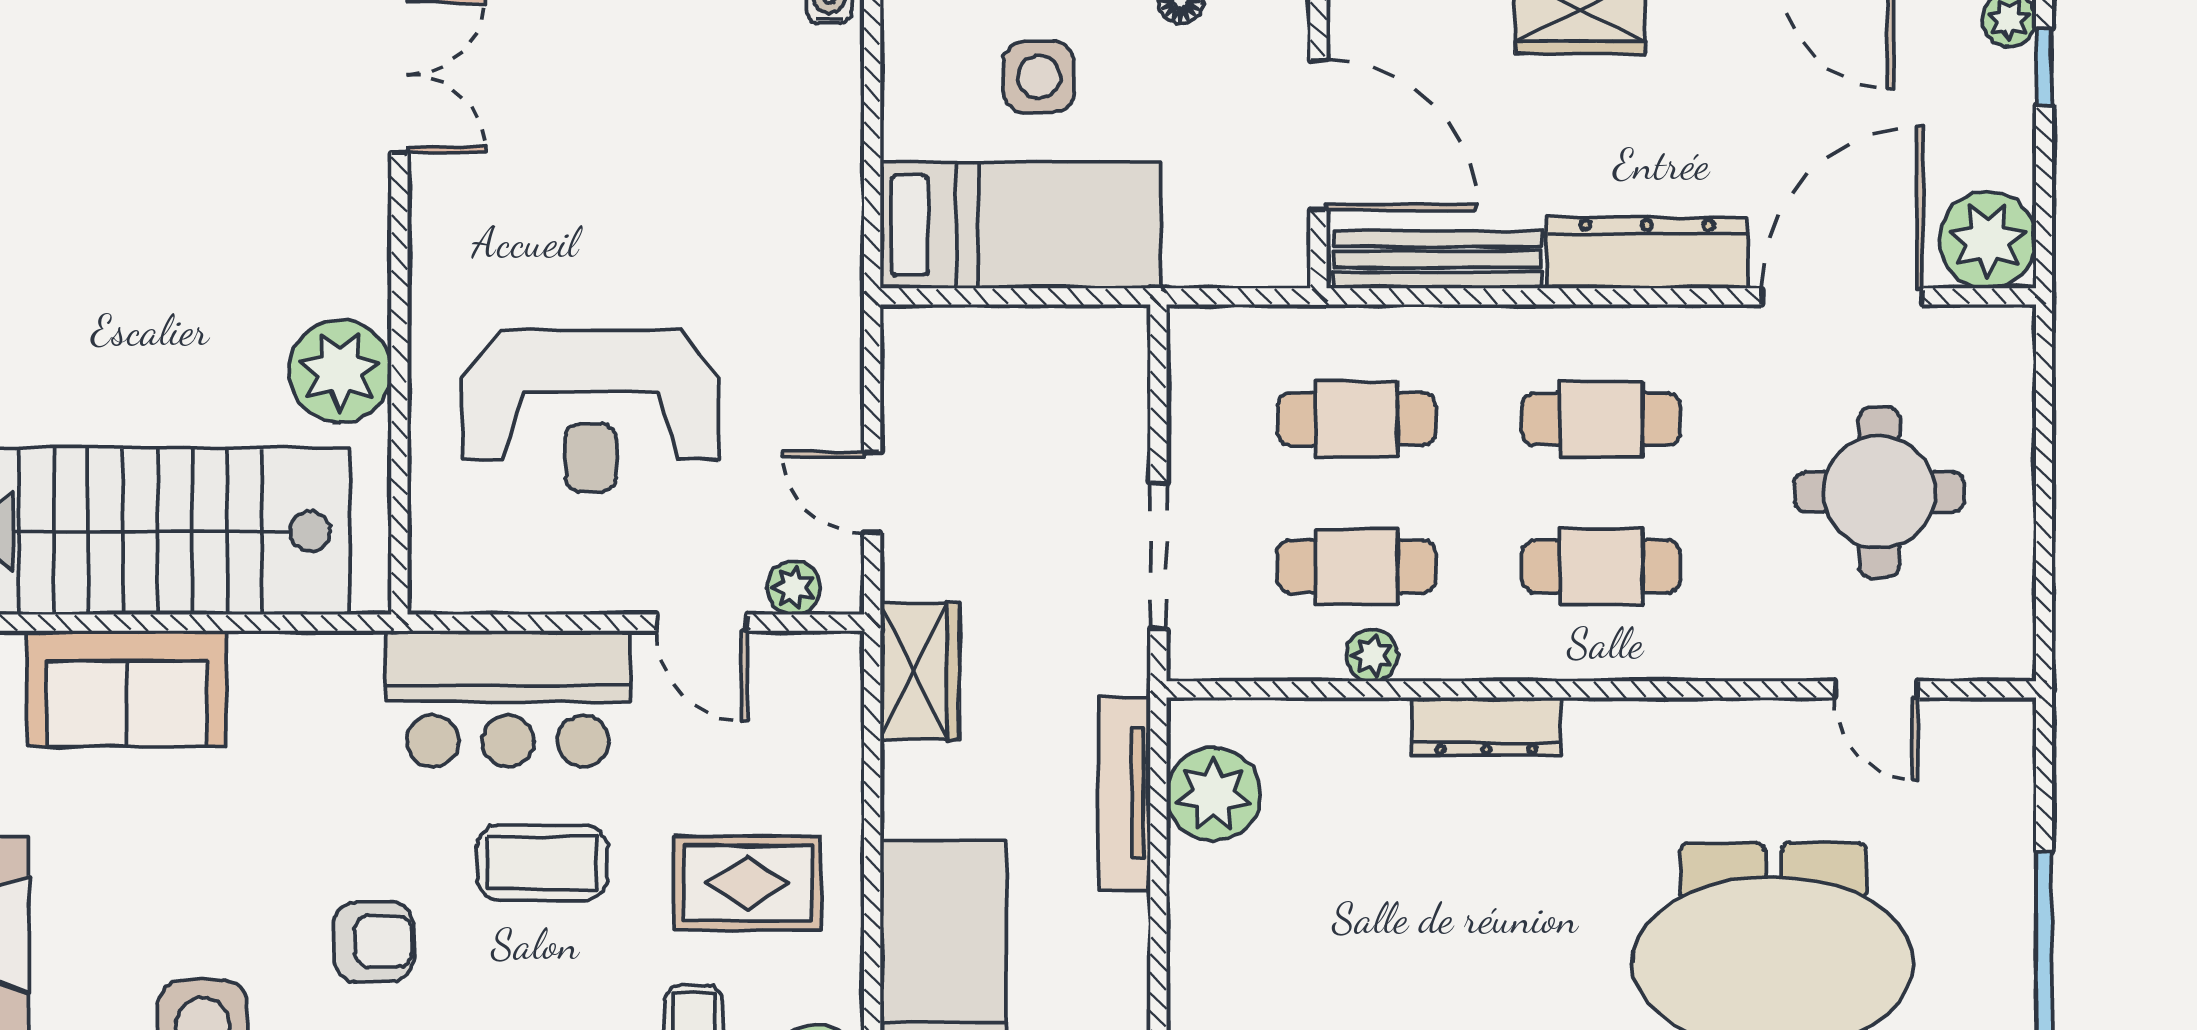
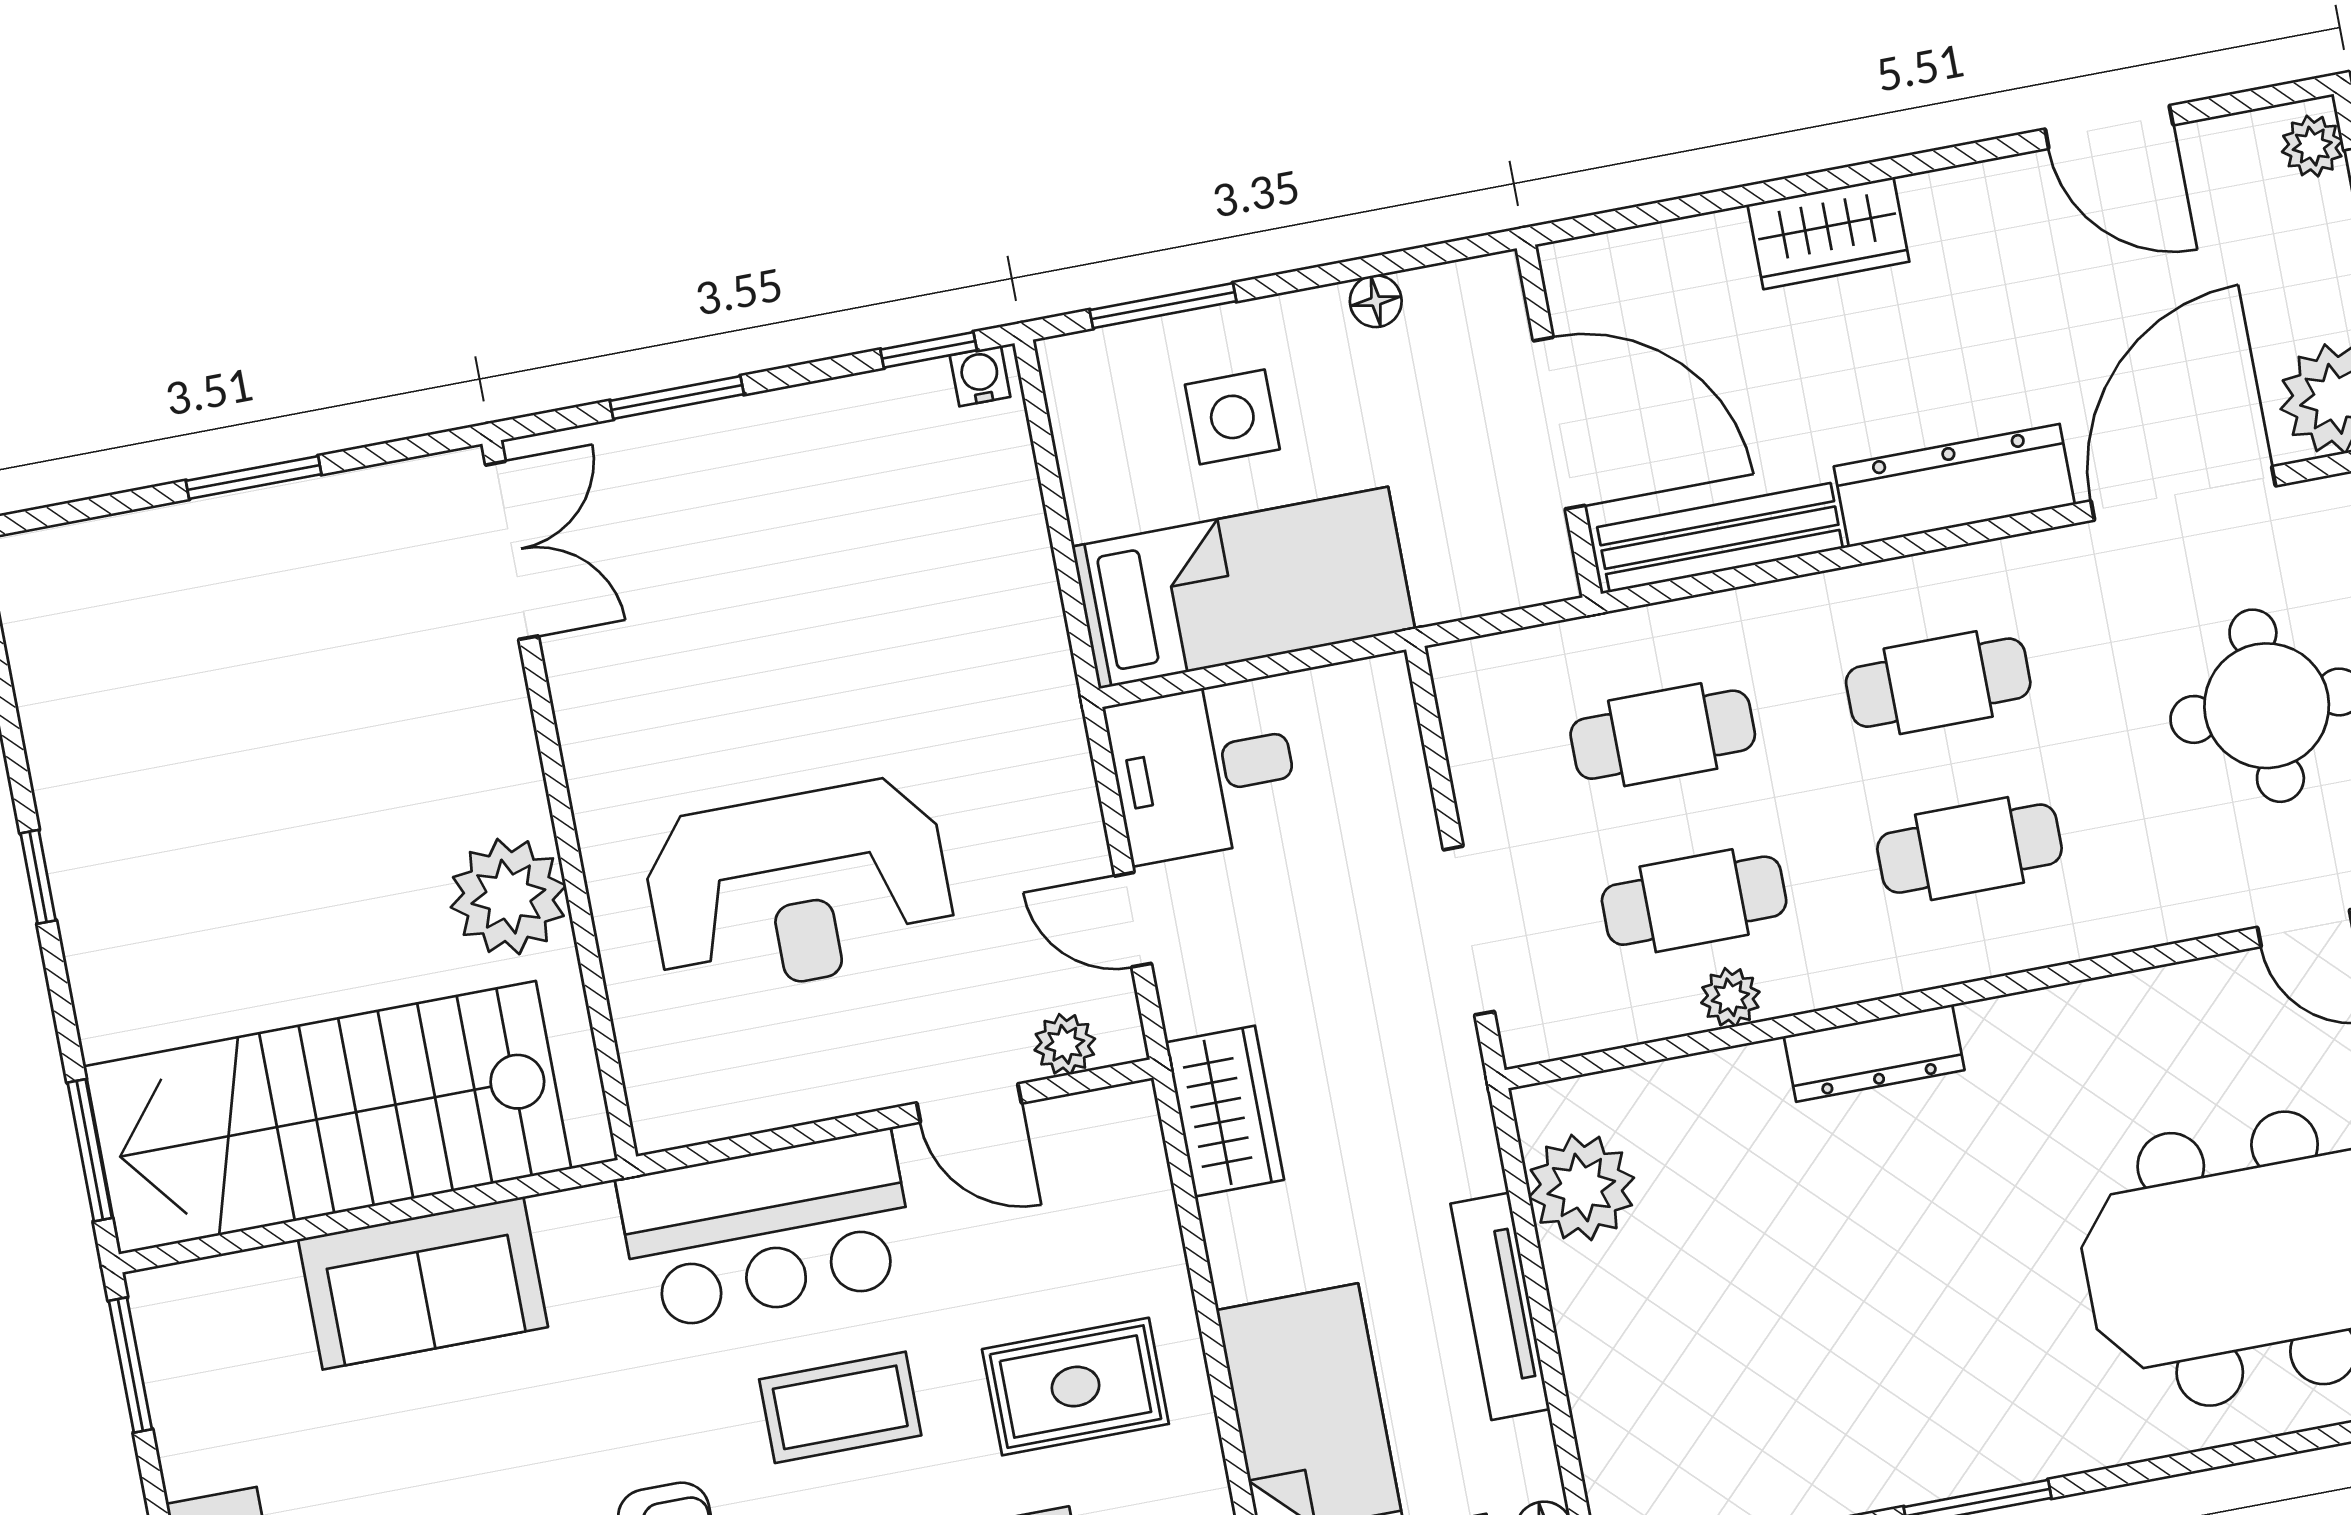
desk: (957, 376) -> (1203, 771), added
sofa: (126, 689) -> (423, 1283), moved
tv unit: (1124, 793) -> (1500, 1306), moved

